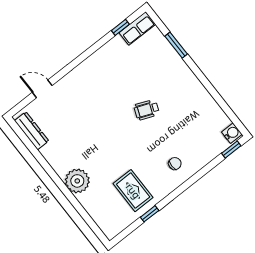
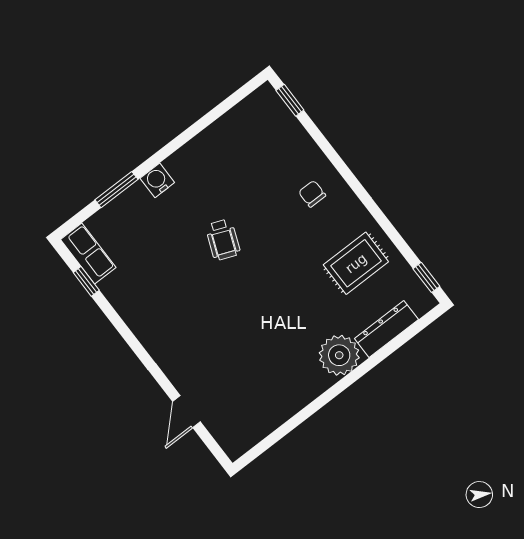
dresser: (32, 131) -> (386, 329), moved
water cooler: (232, 133) -> (157, 180), moved
window: (150, 214) -> (426, 277), moved

